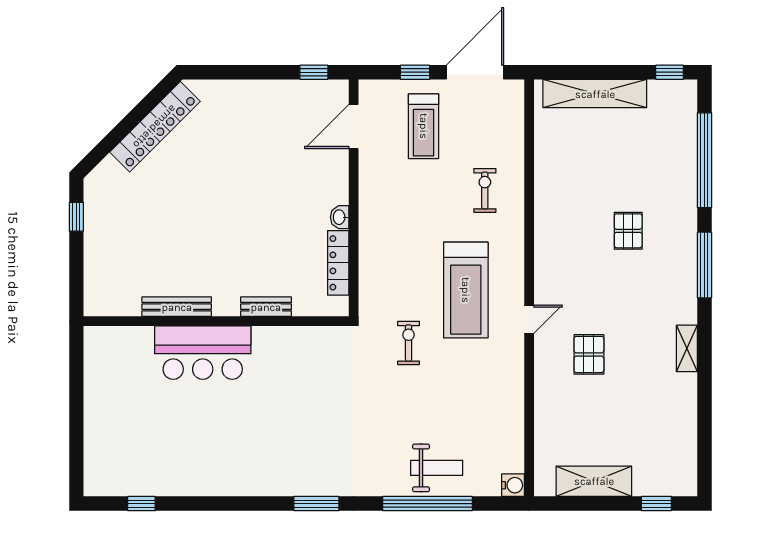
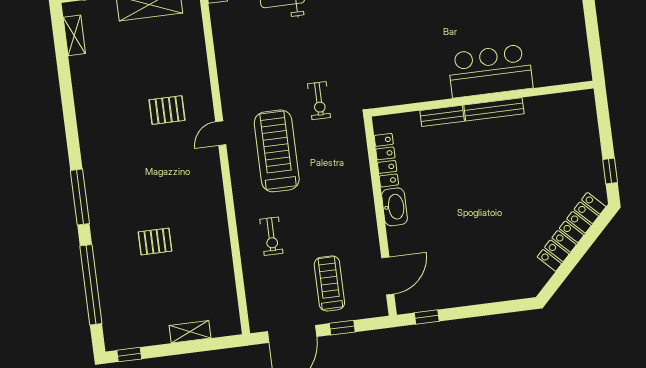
shelving: (595, 94) -> (190, 332), width x0.45, depth x0.75
locker: (155, 127) -> (572, 232), moved
washbasin: (340, 217) -> (395, 207), width x1.91, depth x1.45
pallet: (628, 231) -> (155, 241), moved, turned 90
bench: (177, 307) -> (494, 109), moved
shelving: (687, 348) -> (74, 35), moved
pallet: (589, 354) -> (167, 110), turned 90

